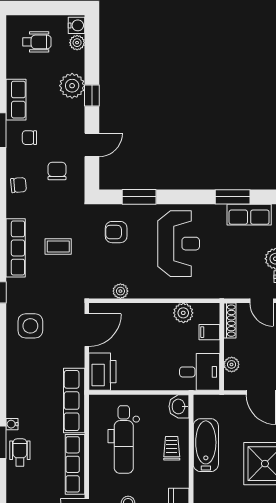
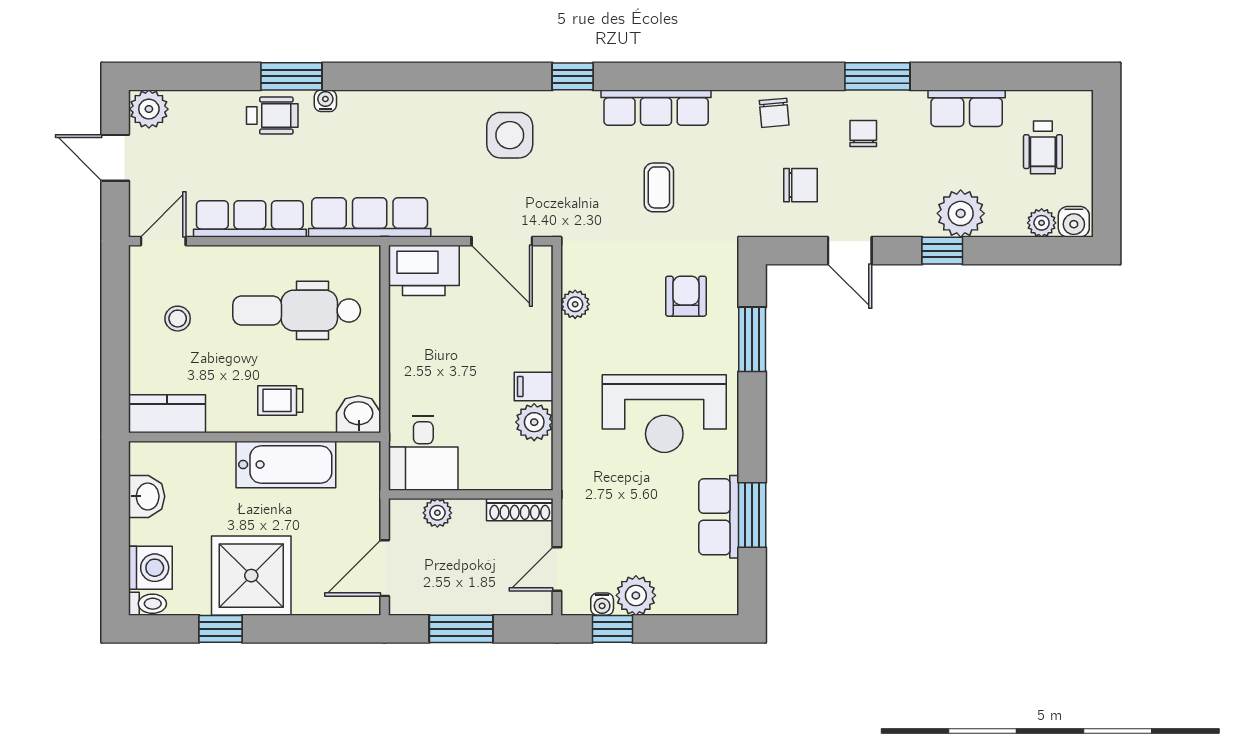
row of seats: (16, 100) -> (967, 108), moved
row of seats: (249, 215) -> (719, 517), moved
filing cabinet: (209, 332) -> (534, 387), moved, turned -90
trolley: (172, 448) -> (280, 400), turned 180

